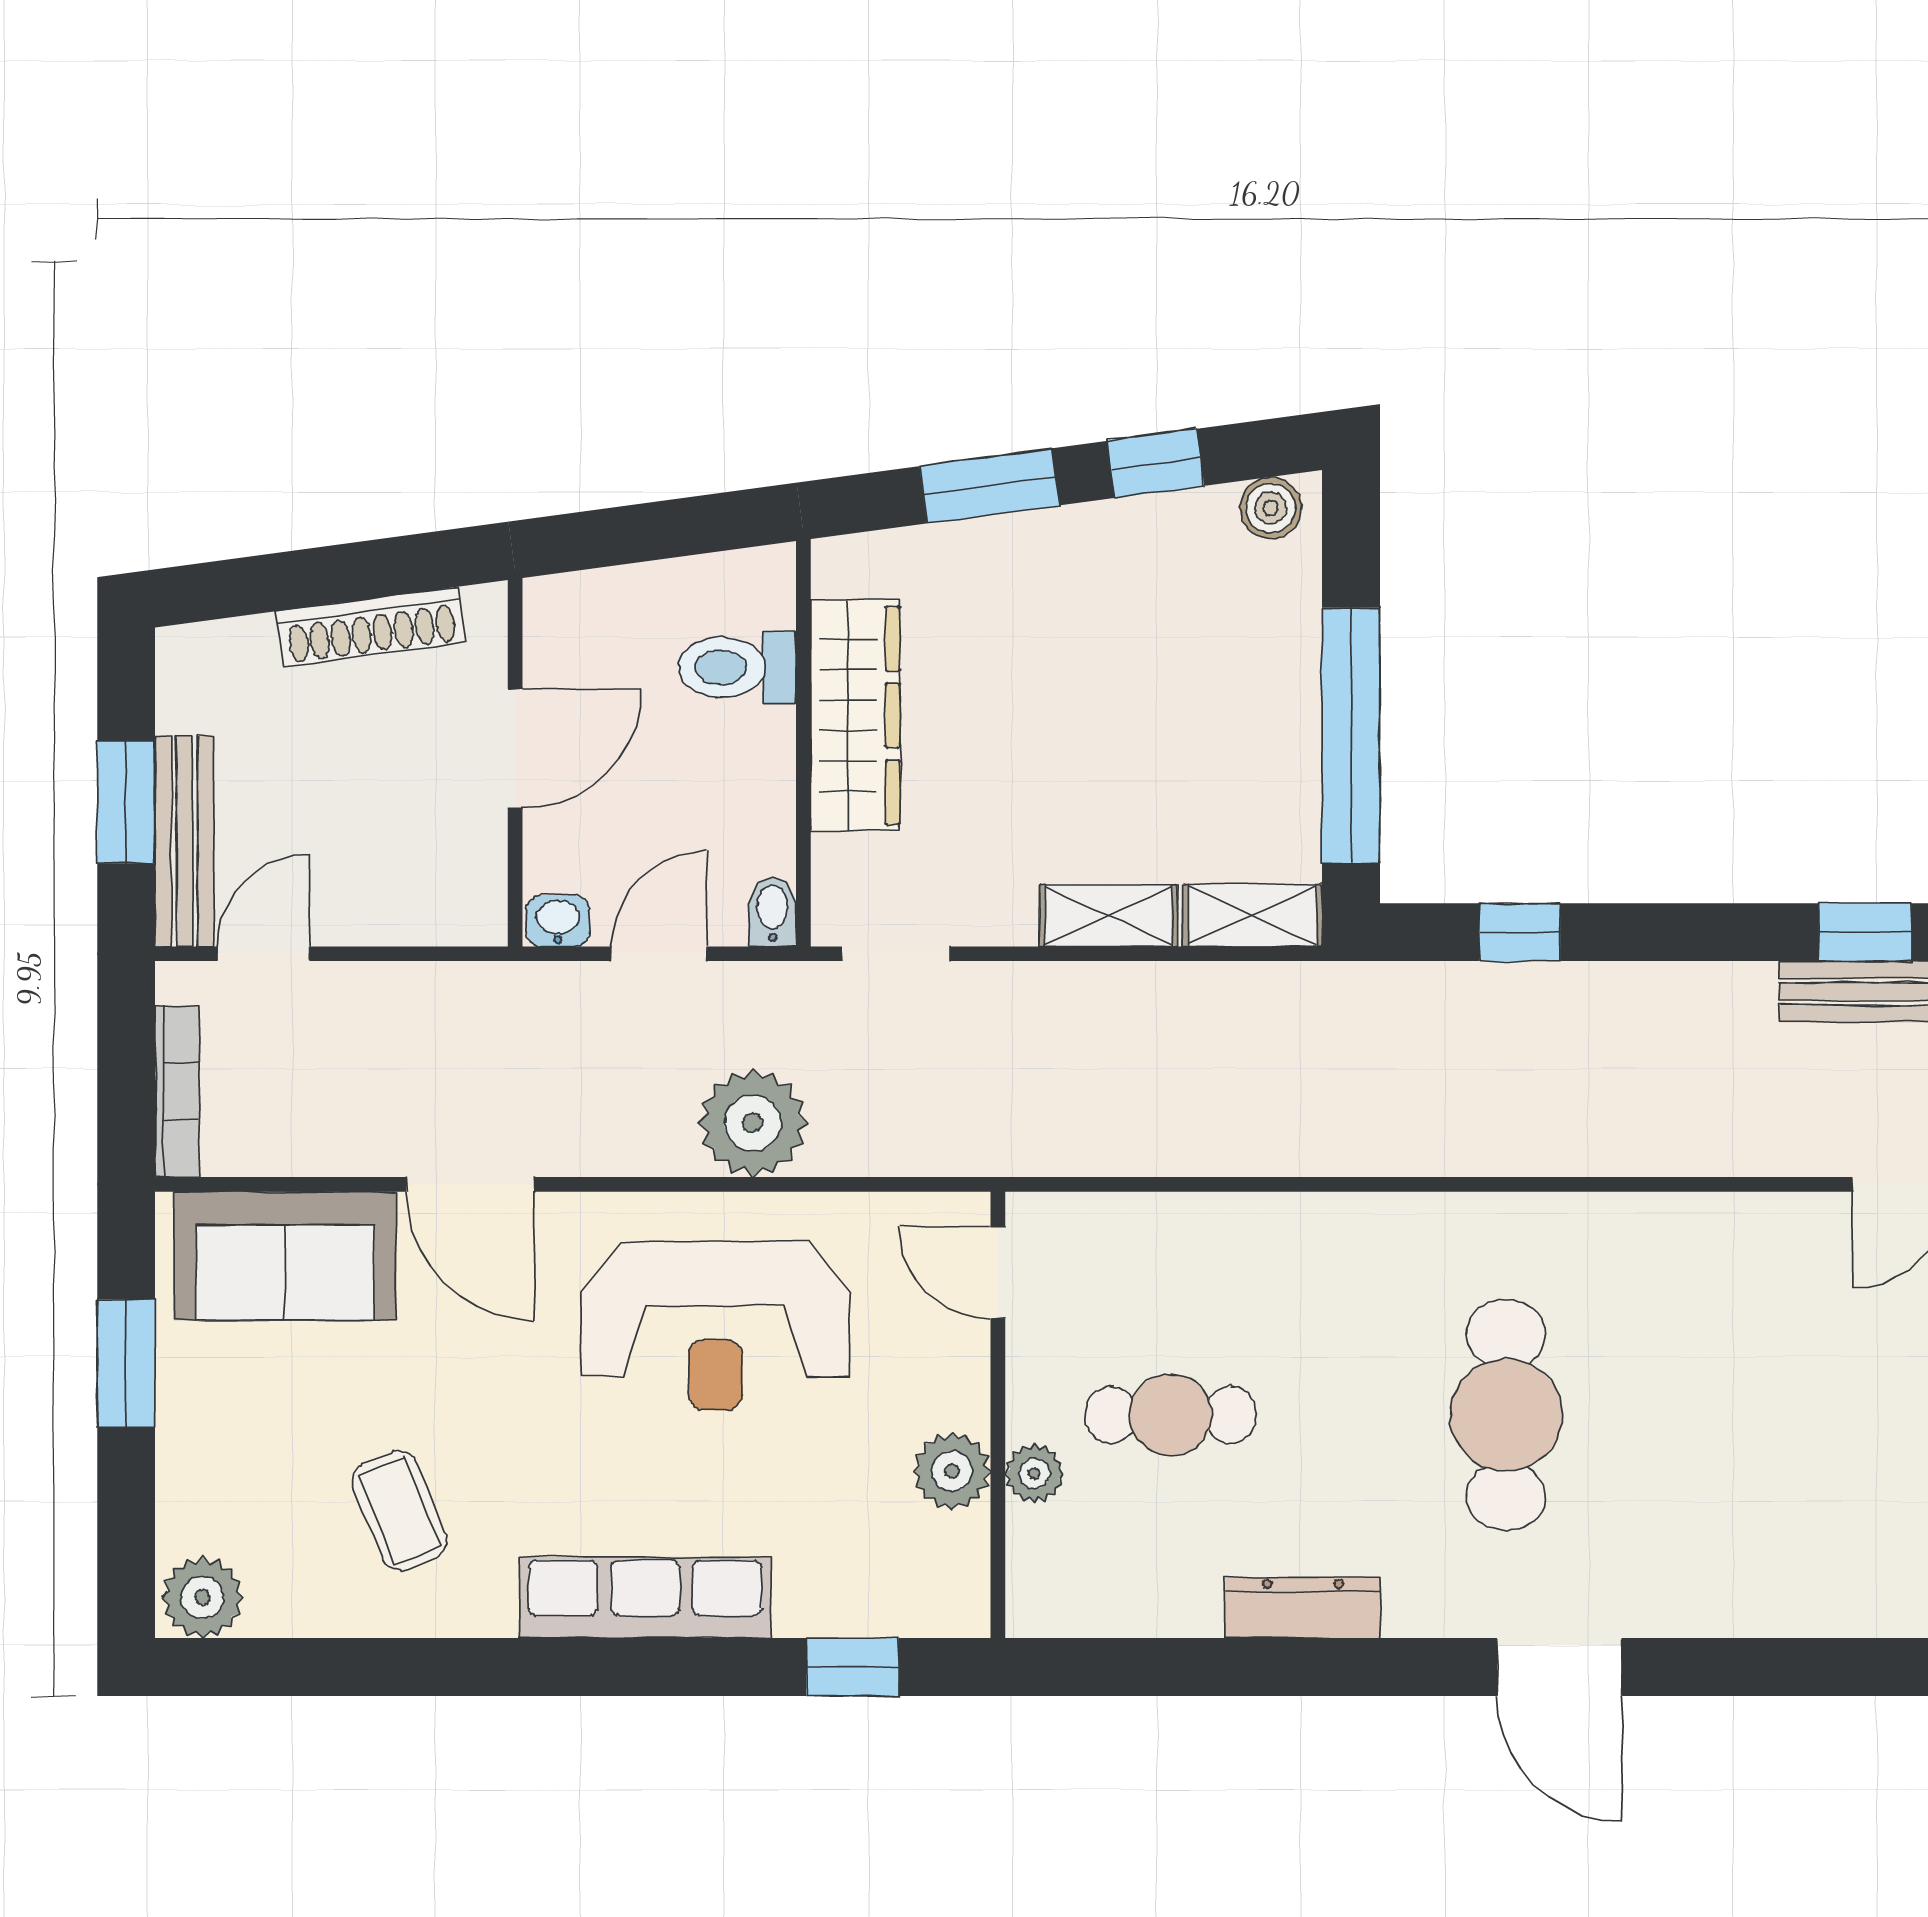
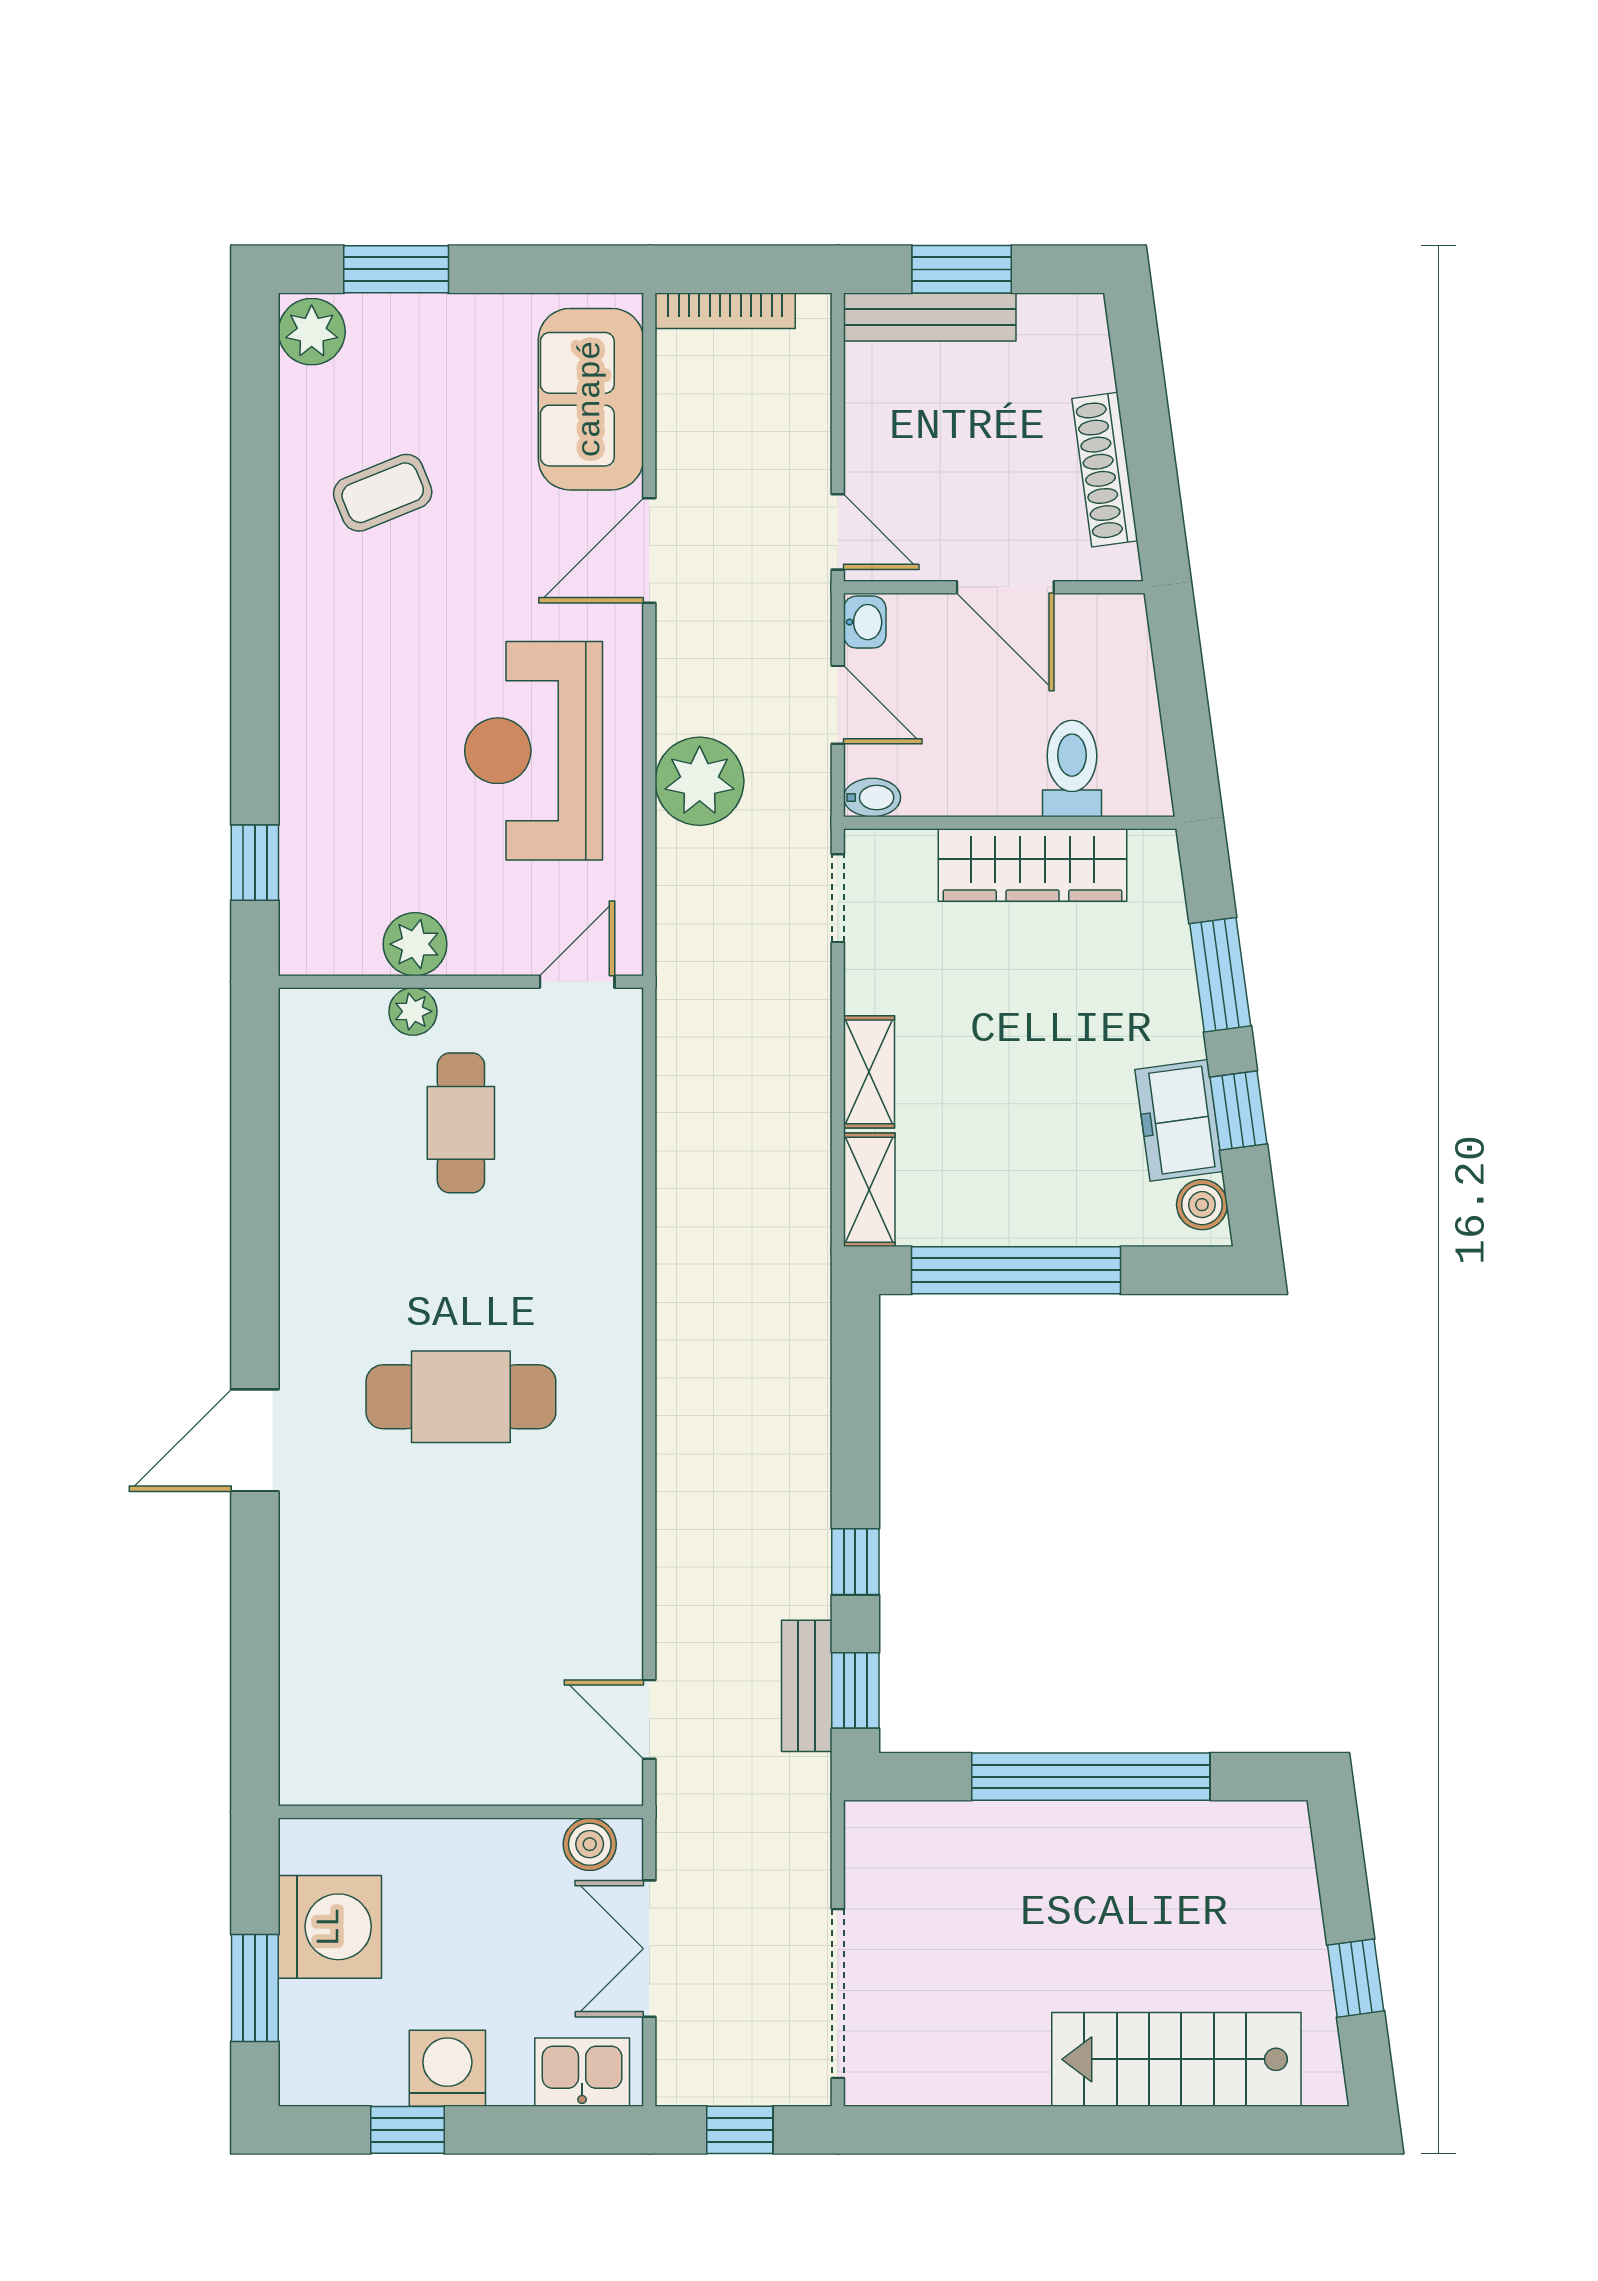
freezer: (1168, 536) -> (1179, 1120), added
window: (1520, 932) -> (855, 1562), moved
door: (263, 954) -> (838, 532), moved
window: (126, 1363) -> (396, 269), moved
row of seats: (645, 1598) -> (312, 693), removed
dresser: (1303, 1608) -> (303, 1231), removed

